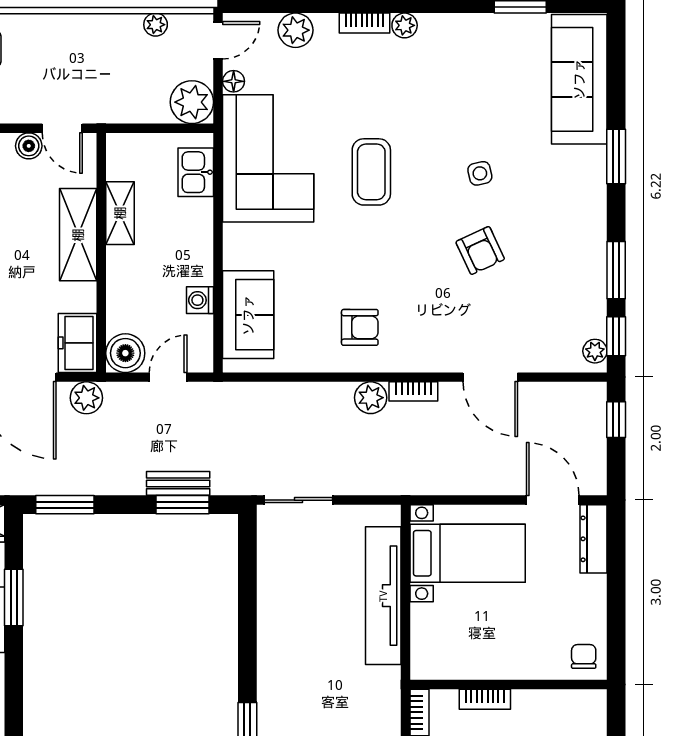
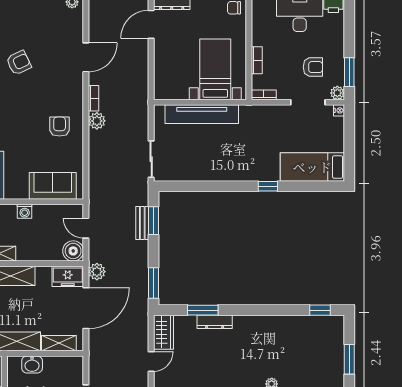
washing machine: (200, 300) -> (25, 211), moved
bed with nightstands: (468, 553) -> (215, 69), moved

